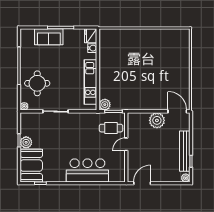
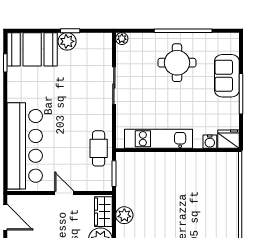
round table: (37, 83) -> (177, 63), moved
plant: (105, 105) -> (124, 215), moved
wardrobe: (138, 118) -> (103, 212), added
cafe table: (111, 128) -> (99, 148), moved
bar counter: (87, 170) -> (25, 146), width x1.36

